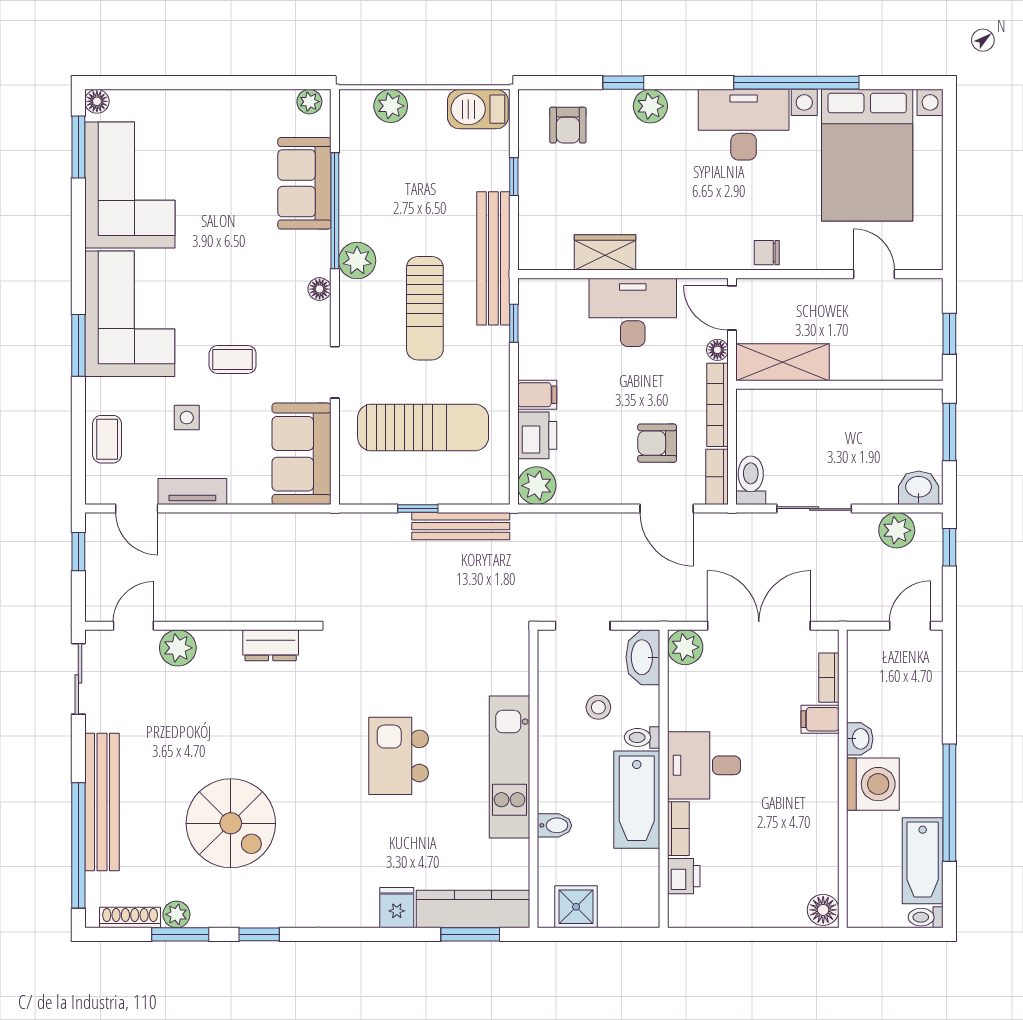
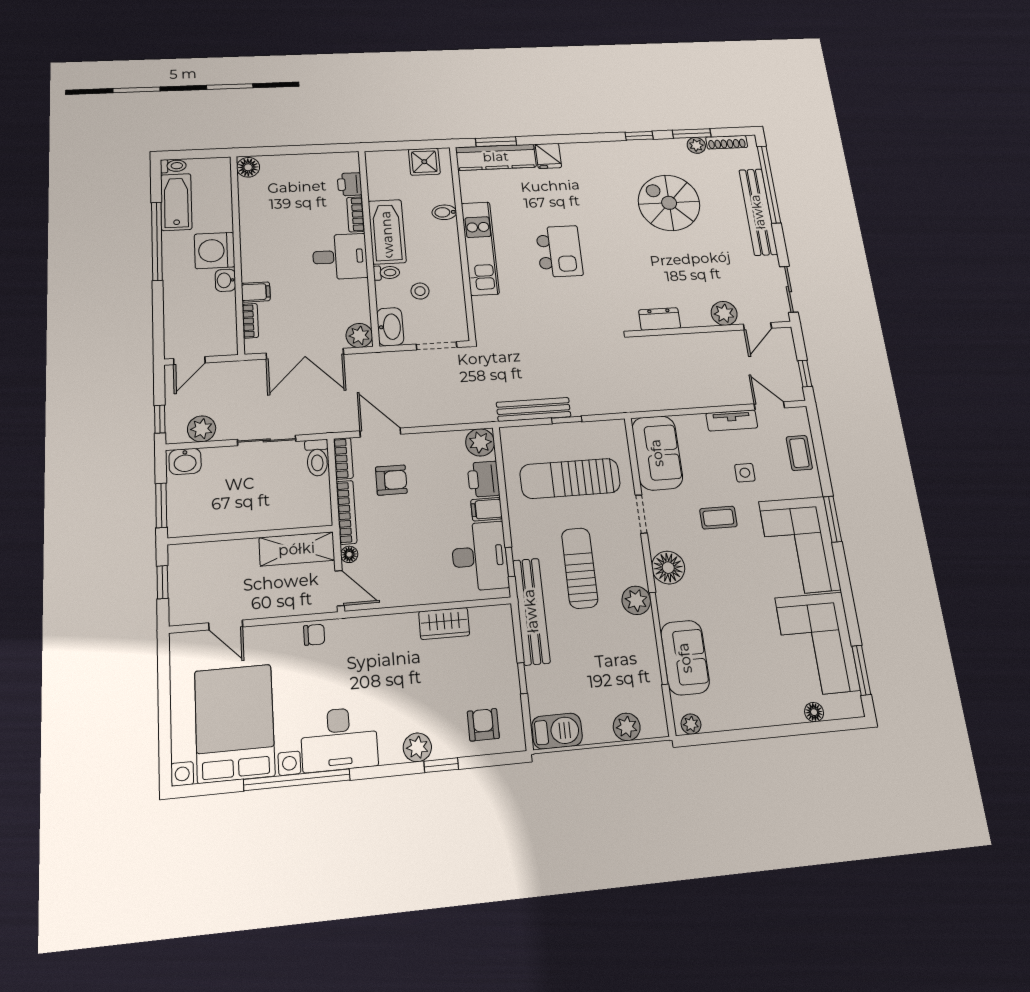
floor lamp: (97, 101) -> (814, 712), moved
floor lamp: (320, 289) -> (668, 568), width x1.89, depth x1.89
desk: (633, 312) -> (480, 556), moved, turned -90

